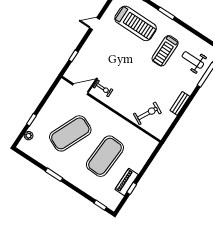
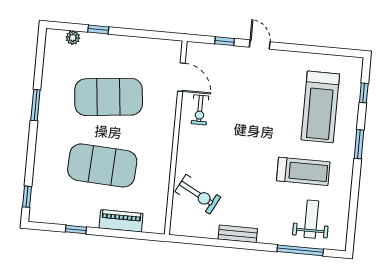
door: (95, 24) -> (260, 44), moved
treadmill: (165, 51) -> (303, 171), turned 180
exercise mat: (70, 133) -> (109, 97), turned -30
piano: (127, 182) -> (121, 221), moved

